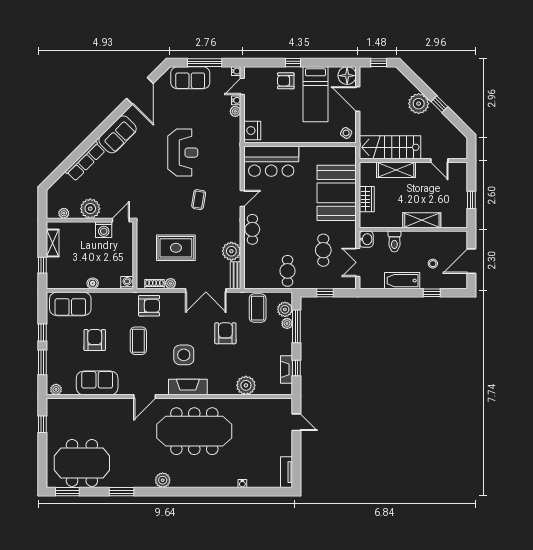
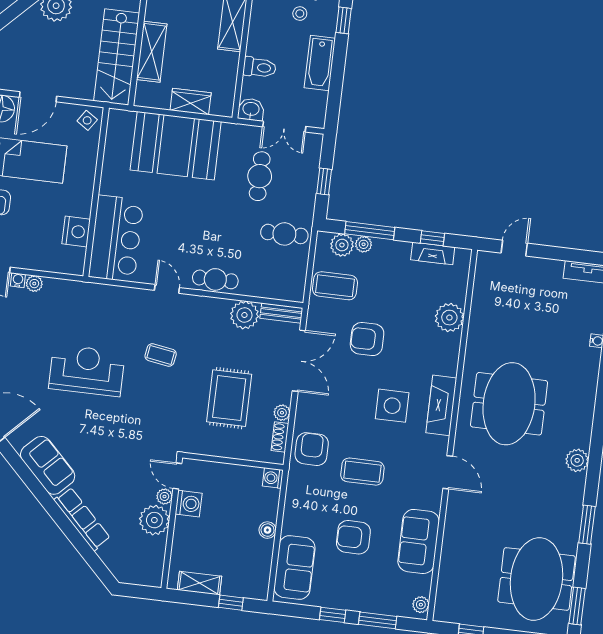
nightstand: (252, 131) -> (76, 231), moved, turned -90
plant: (64, 213) -> (164, 496), moved
cafe table: (323, 250) -> (260, 176), turned 90
meeting table: (194, 431) -> (509, 404), width x0.73

